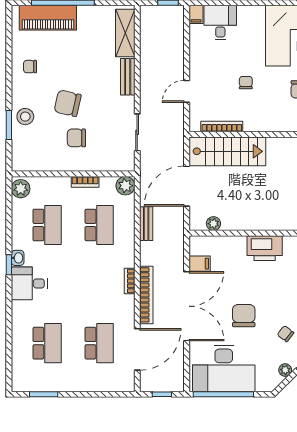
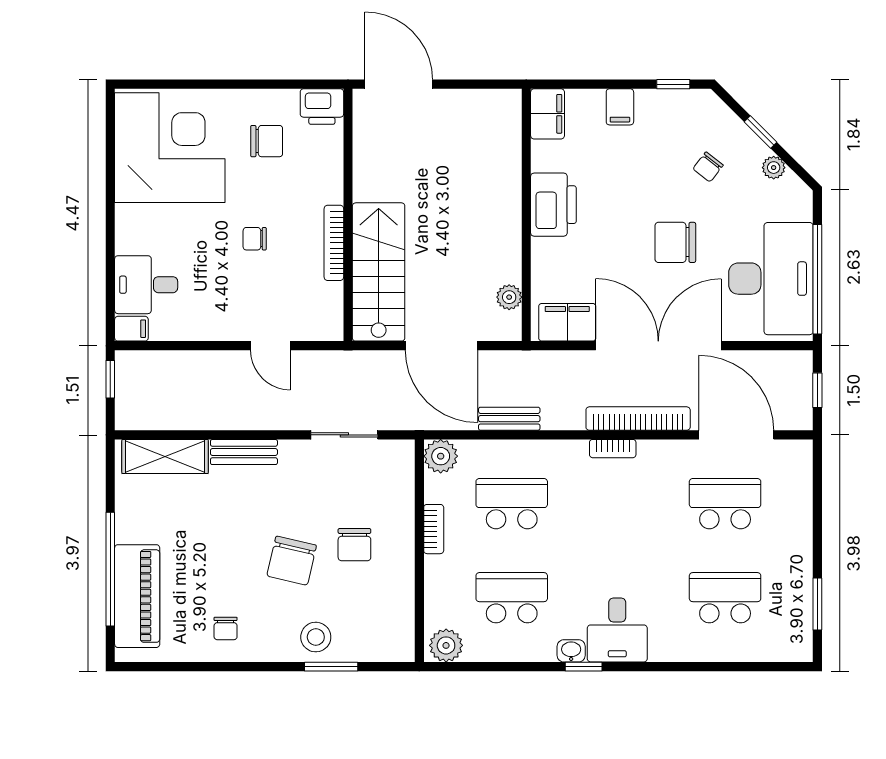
bookcase: (222, 127) -> (334, 243), moved
filing cabinet: (200, 264) -> (567, 322), width x2.00

